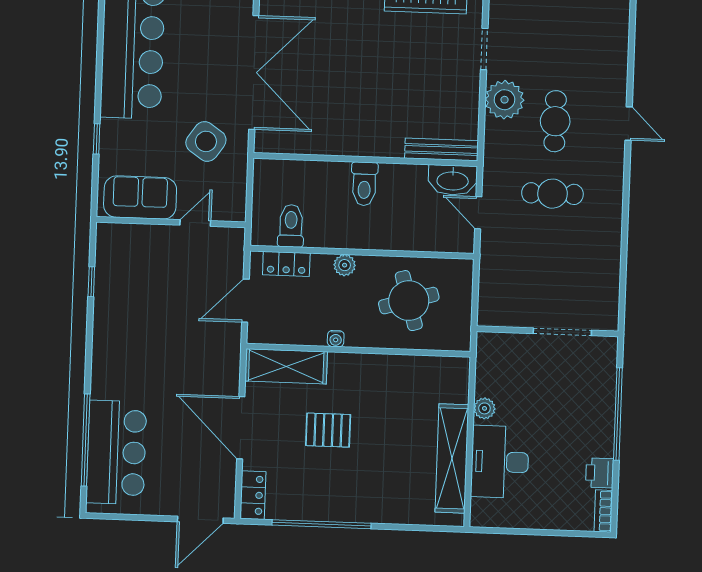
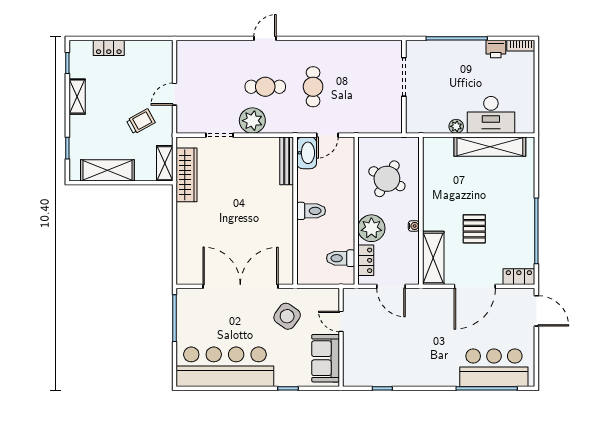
plant: (345, 265) -> (371, 228), width x1.88, depth x1.88
round table: (409, 301) -> (387, 179), turned 45

